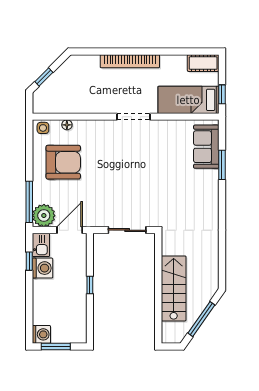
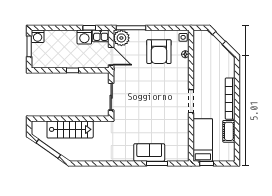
cot: (203, 63) -> (229, 131), moved
sofa: (206, 147) -> (149, 152), moved

